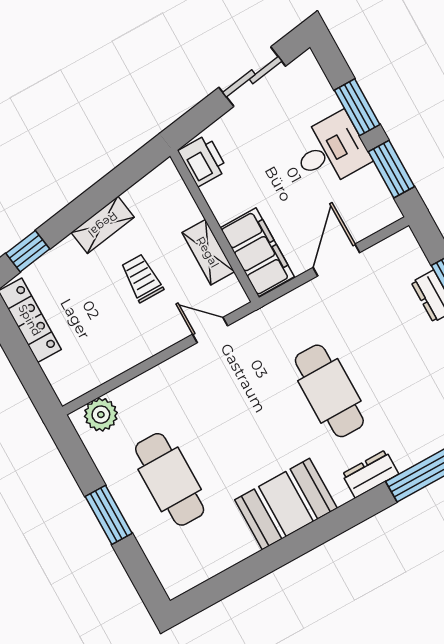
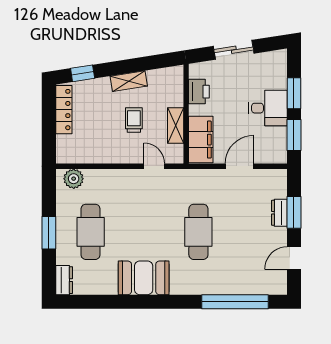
sliding door: (252, 77) -> (234, 50), moved
printer: (203, 161) -> (199, 92), moved
dresser: (370, 474) -> (64, 280), moved, turned 90

